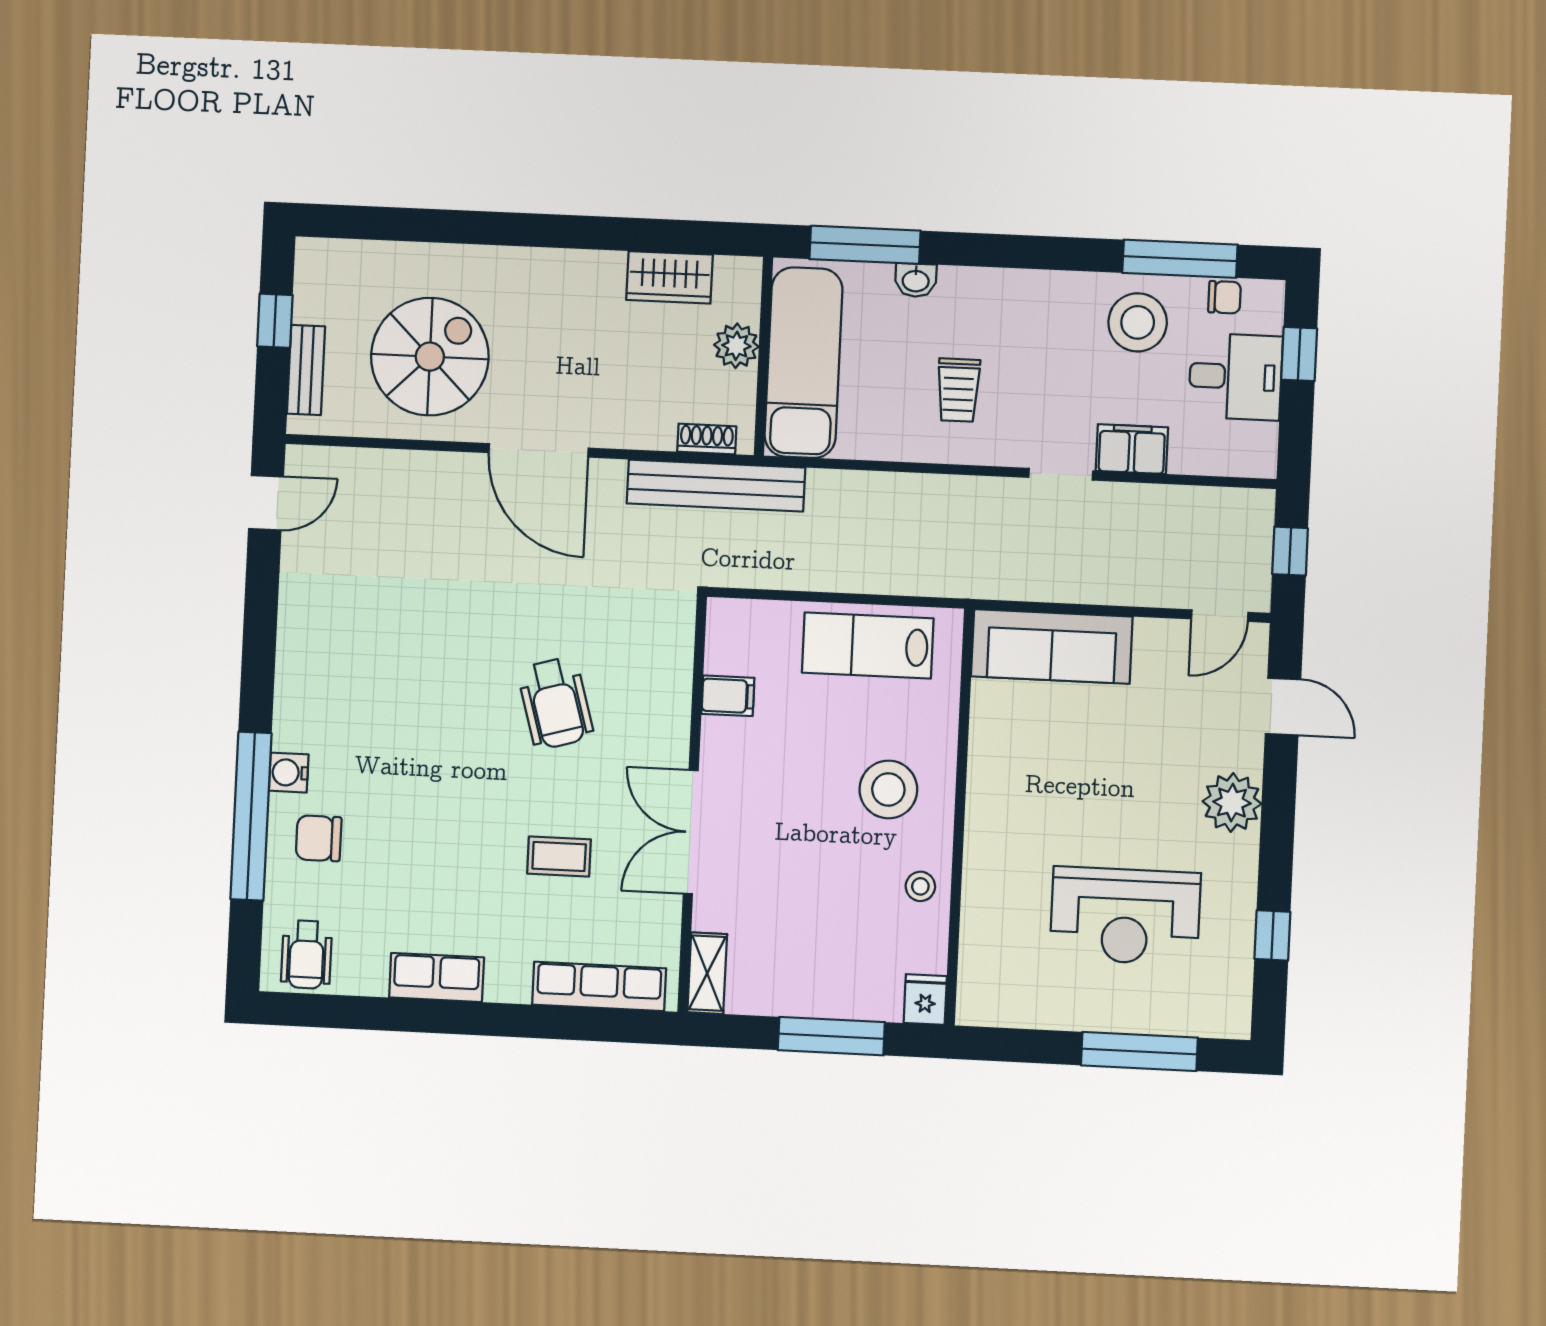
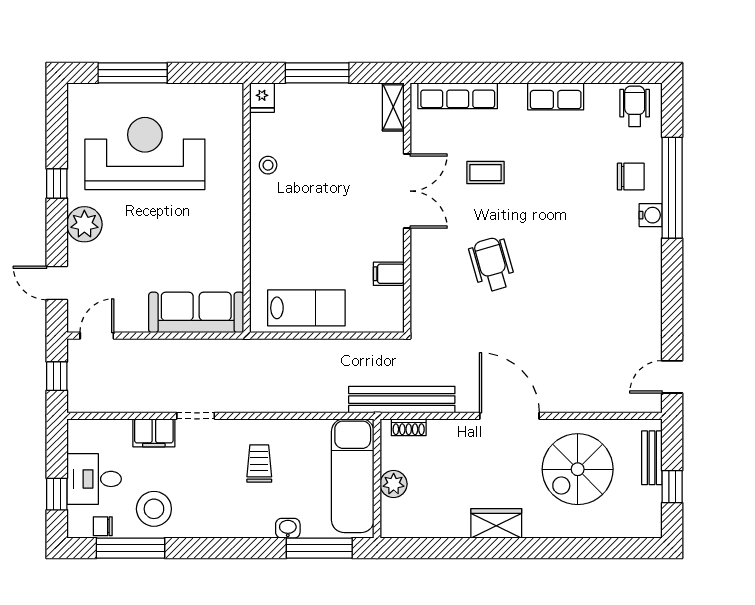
wardrobe: (669, 277) -> (496, 523), moved
stool: (888, 789) -> (290, 222), removed
reception desk: (1125, 916) -> (145, 153), width x1.36, depth x1.30
window: (1272, 935) -> (57, 183), moved

